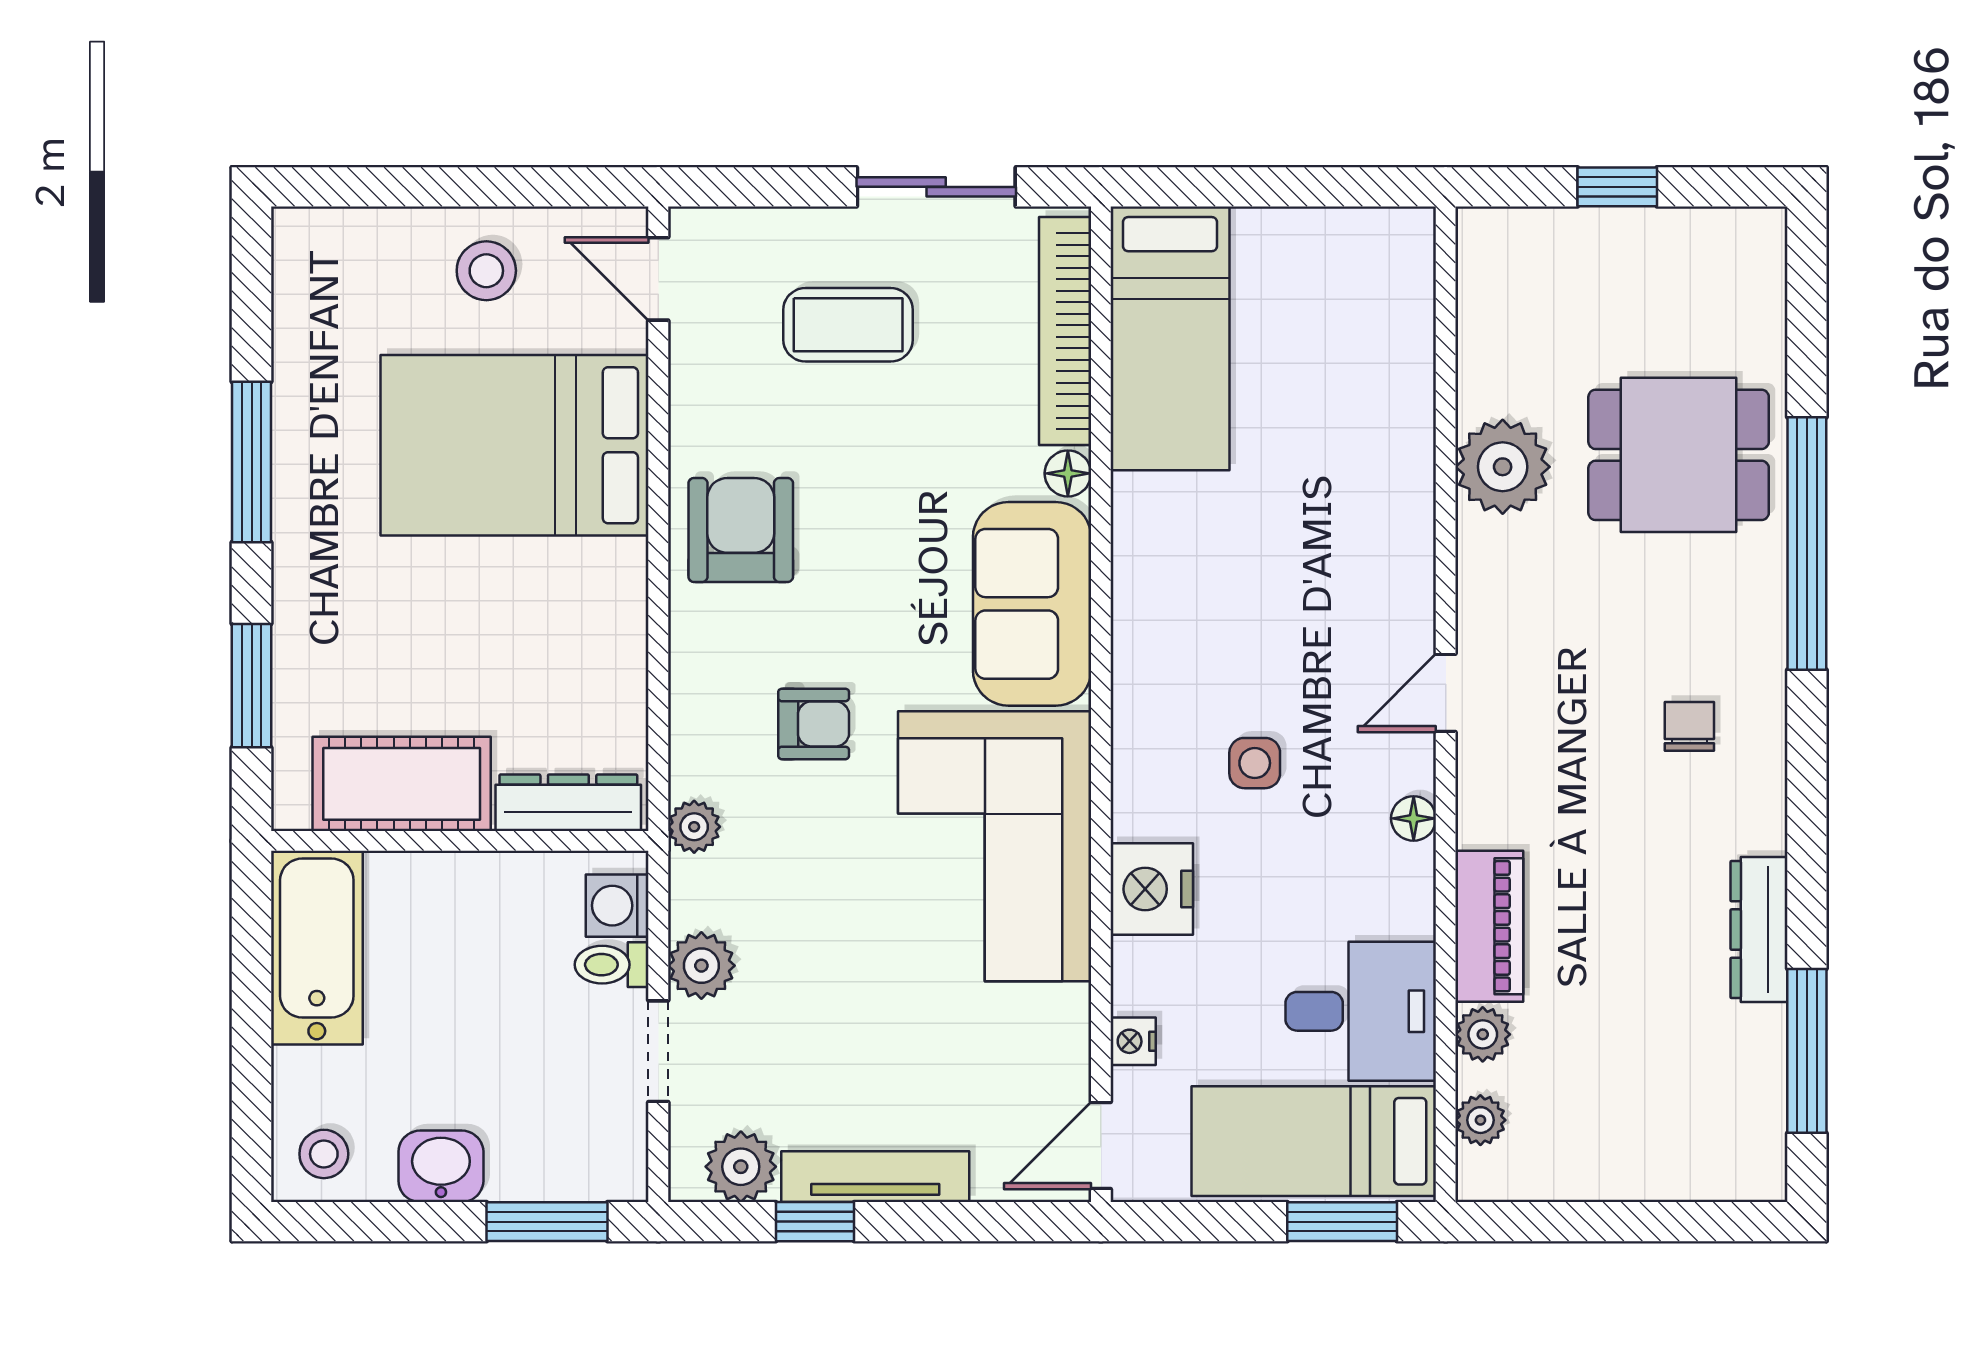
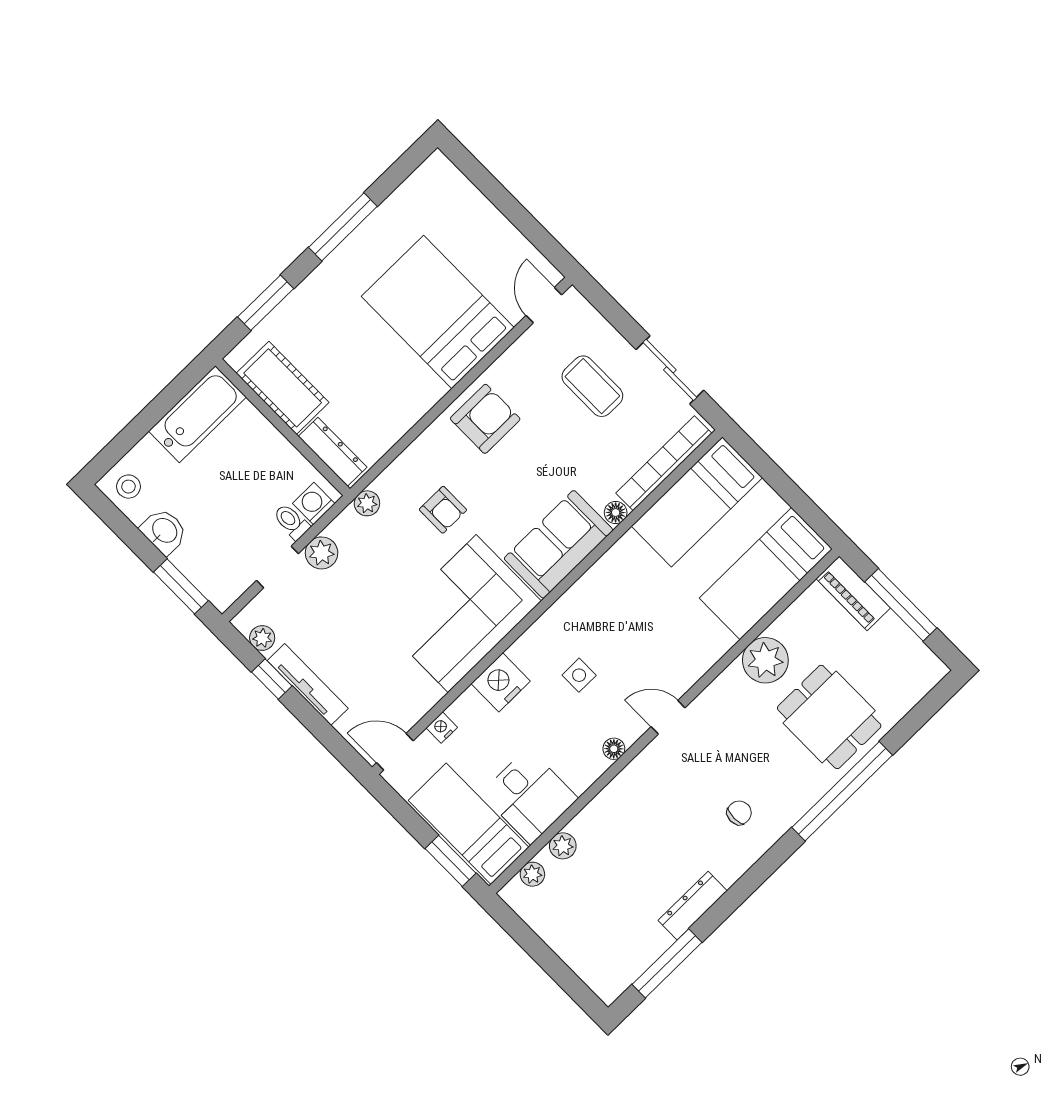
window: (1617, 187) -> (901, 605), width x2.17
stool: (486, 271) -> (488, 243), removed
bed: (1376, 340) -> (766, 574), added
piano: (1489, 926) -> (853, 593), moved, turned 90
plant: (741, 1167) -> (262, 638), width x0.73, depth x0.73

